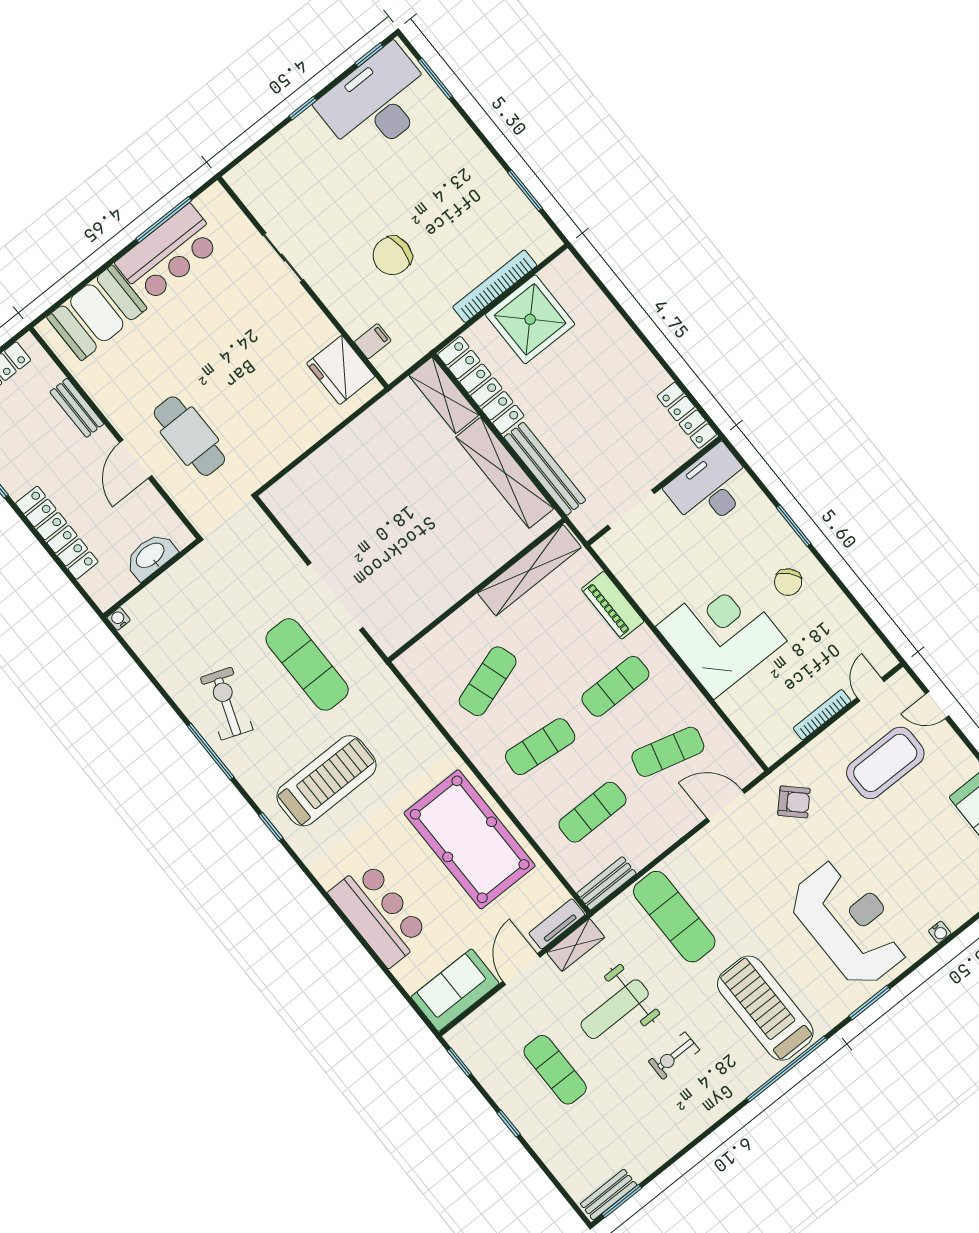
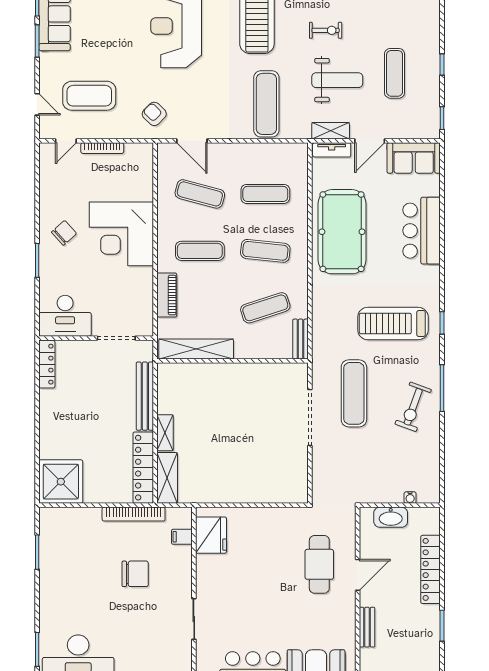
bookcase: (495, 286) -> (134, 514), moved
shower: (530, 319) -> (61, 482), moved
shelving: (505, 473) -> (165, 433), width x0.45, depth x0.75
water cooler: (119, 619) -> (410, 498), moved
bench: (606, 883) -> (301, 339), moved, turned 90

